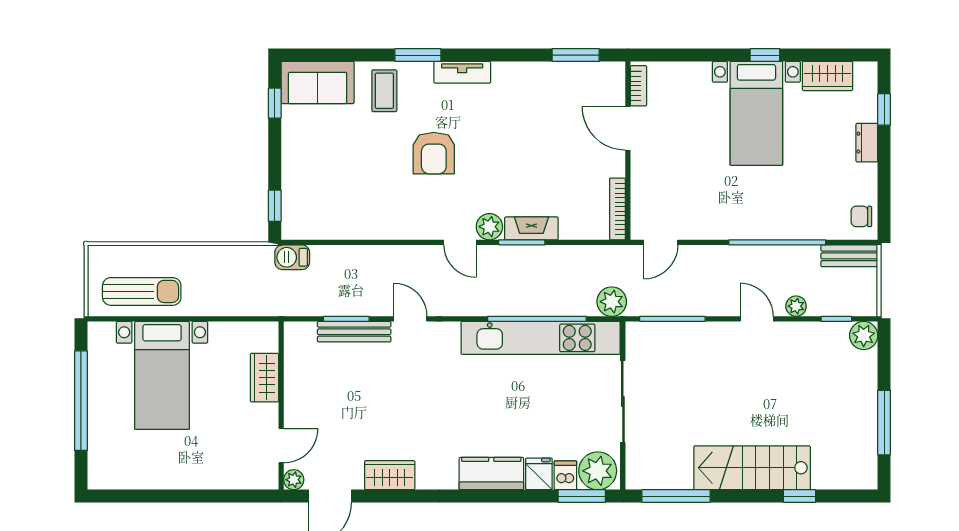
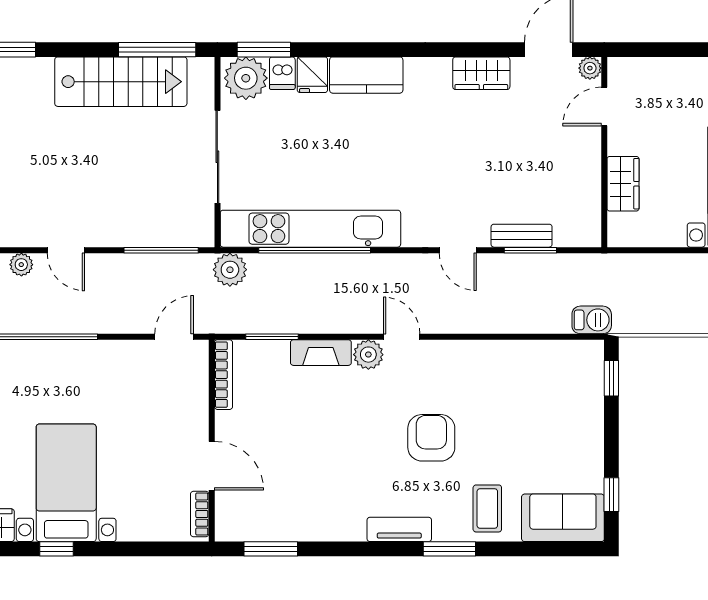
window: (522, 242) -> (272, 337), moved
bench: (354, 332) -> (522, 236), width x0.73
stairs: (752, 468) -> (121, 82), moved

